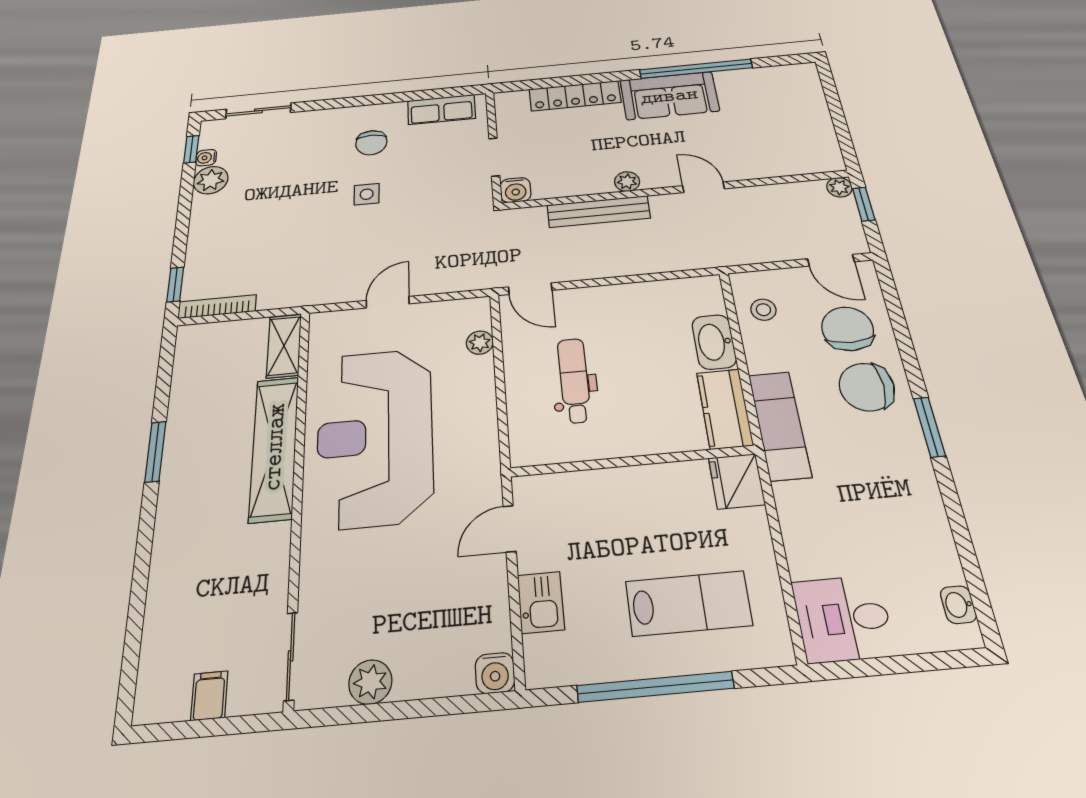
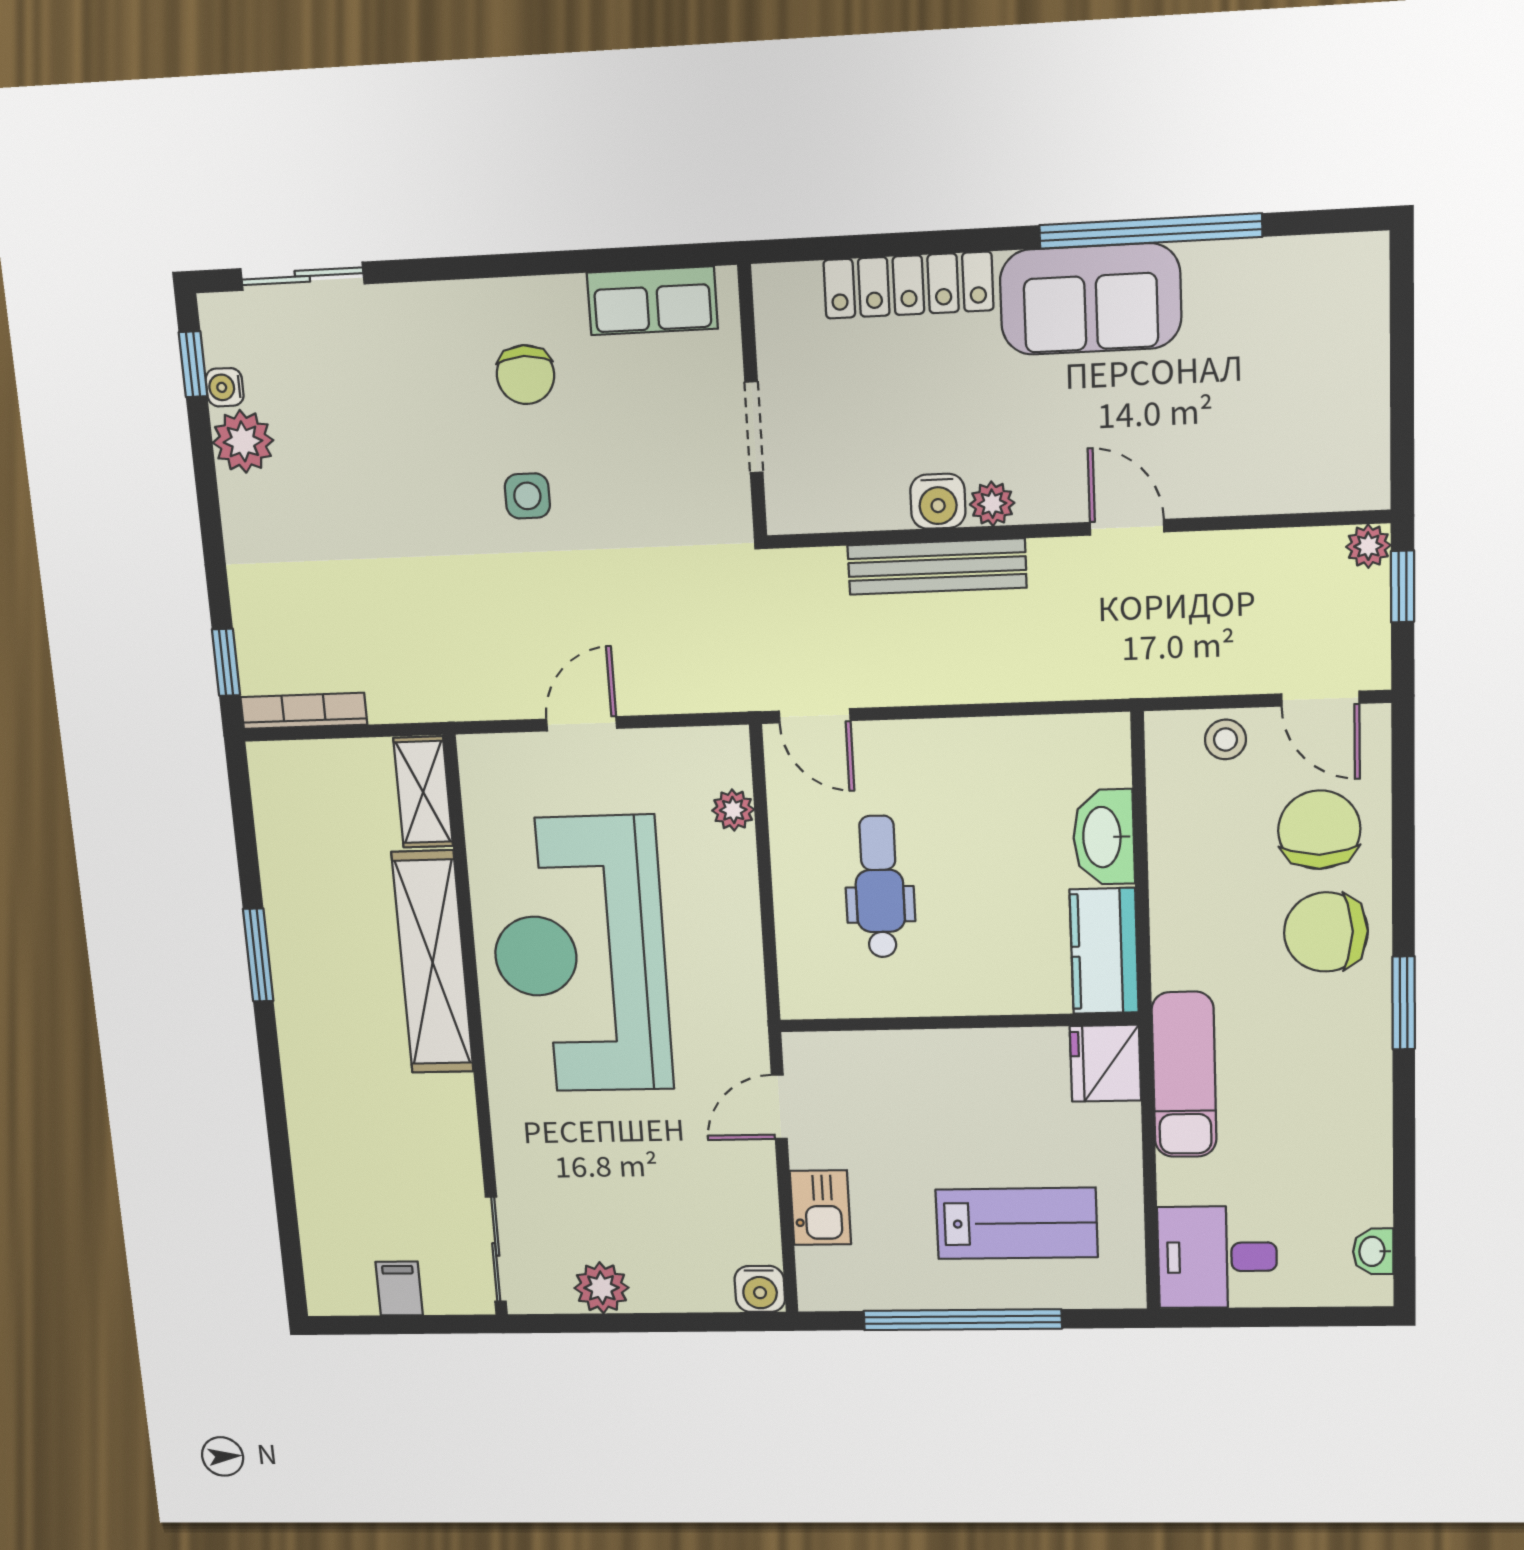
water cooler: (516, 190) -> (938, 501), moved
stool: (763, 310) -> (1225, 739), moved
exam couch: (780, 425) -> (1184, 1075), moved

